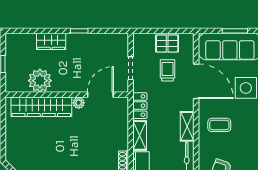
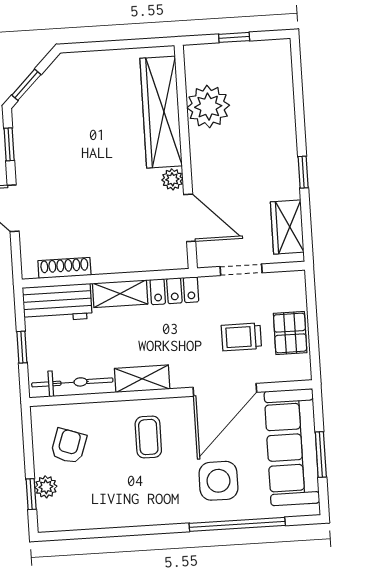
wardrobe: (51, 41) -> (287, 227), moved
trolley: (168, 70) -> (241, 337), turned 180

